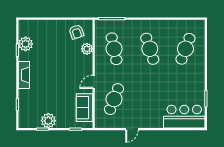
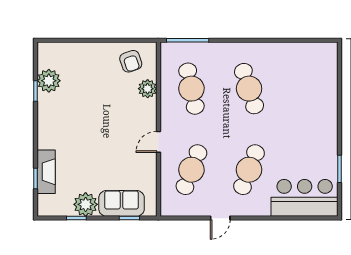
cafe table: (185, 49) -> (249, 170), moved
fireplace: (24, 75) -> (46, 172), moved
sofa: (84, 108) -> (122, 203), moved, turned 90

